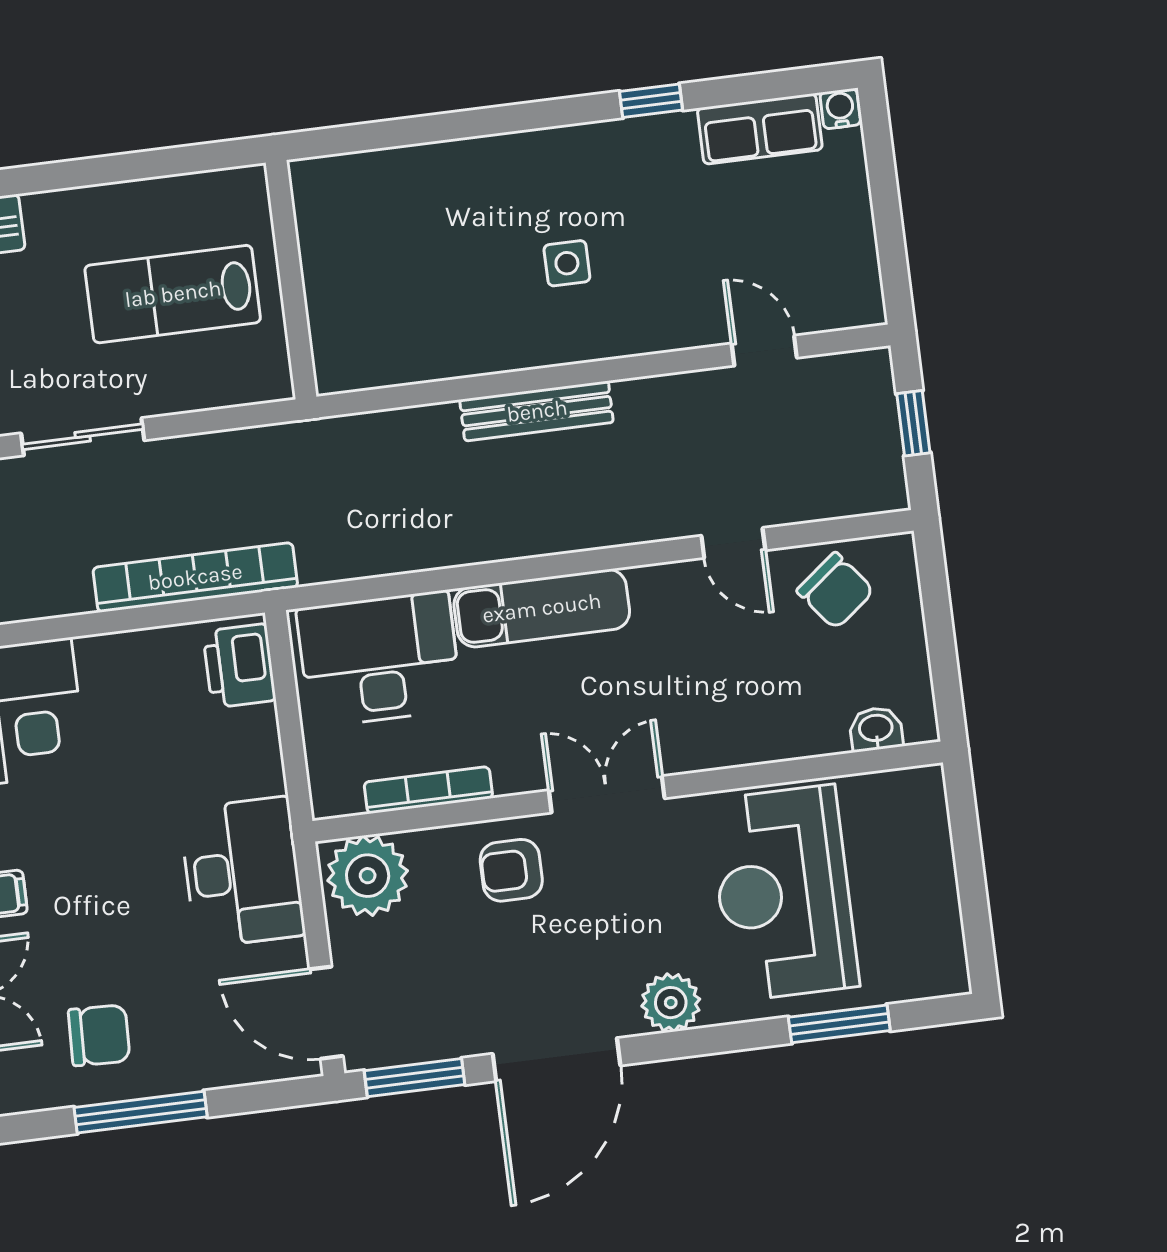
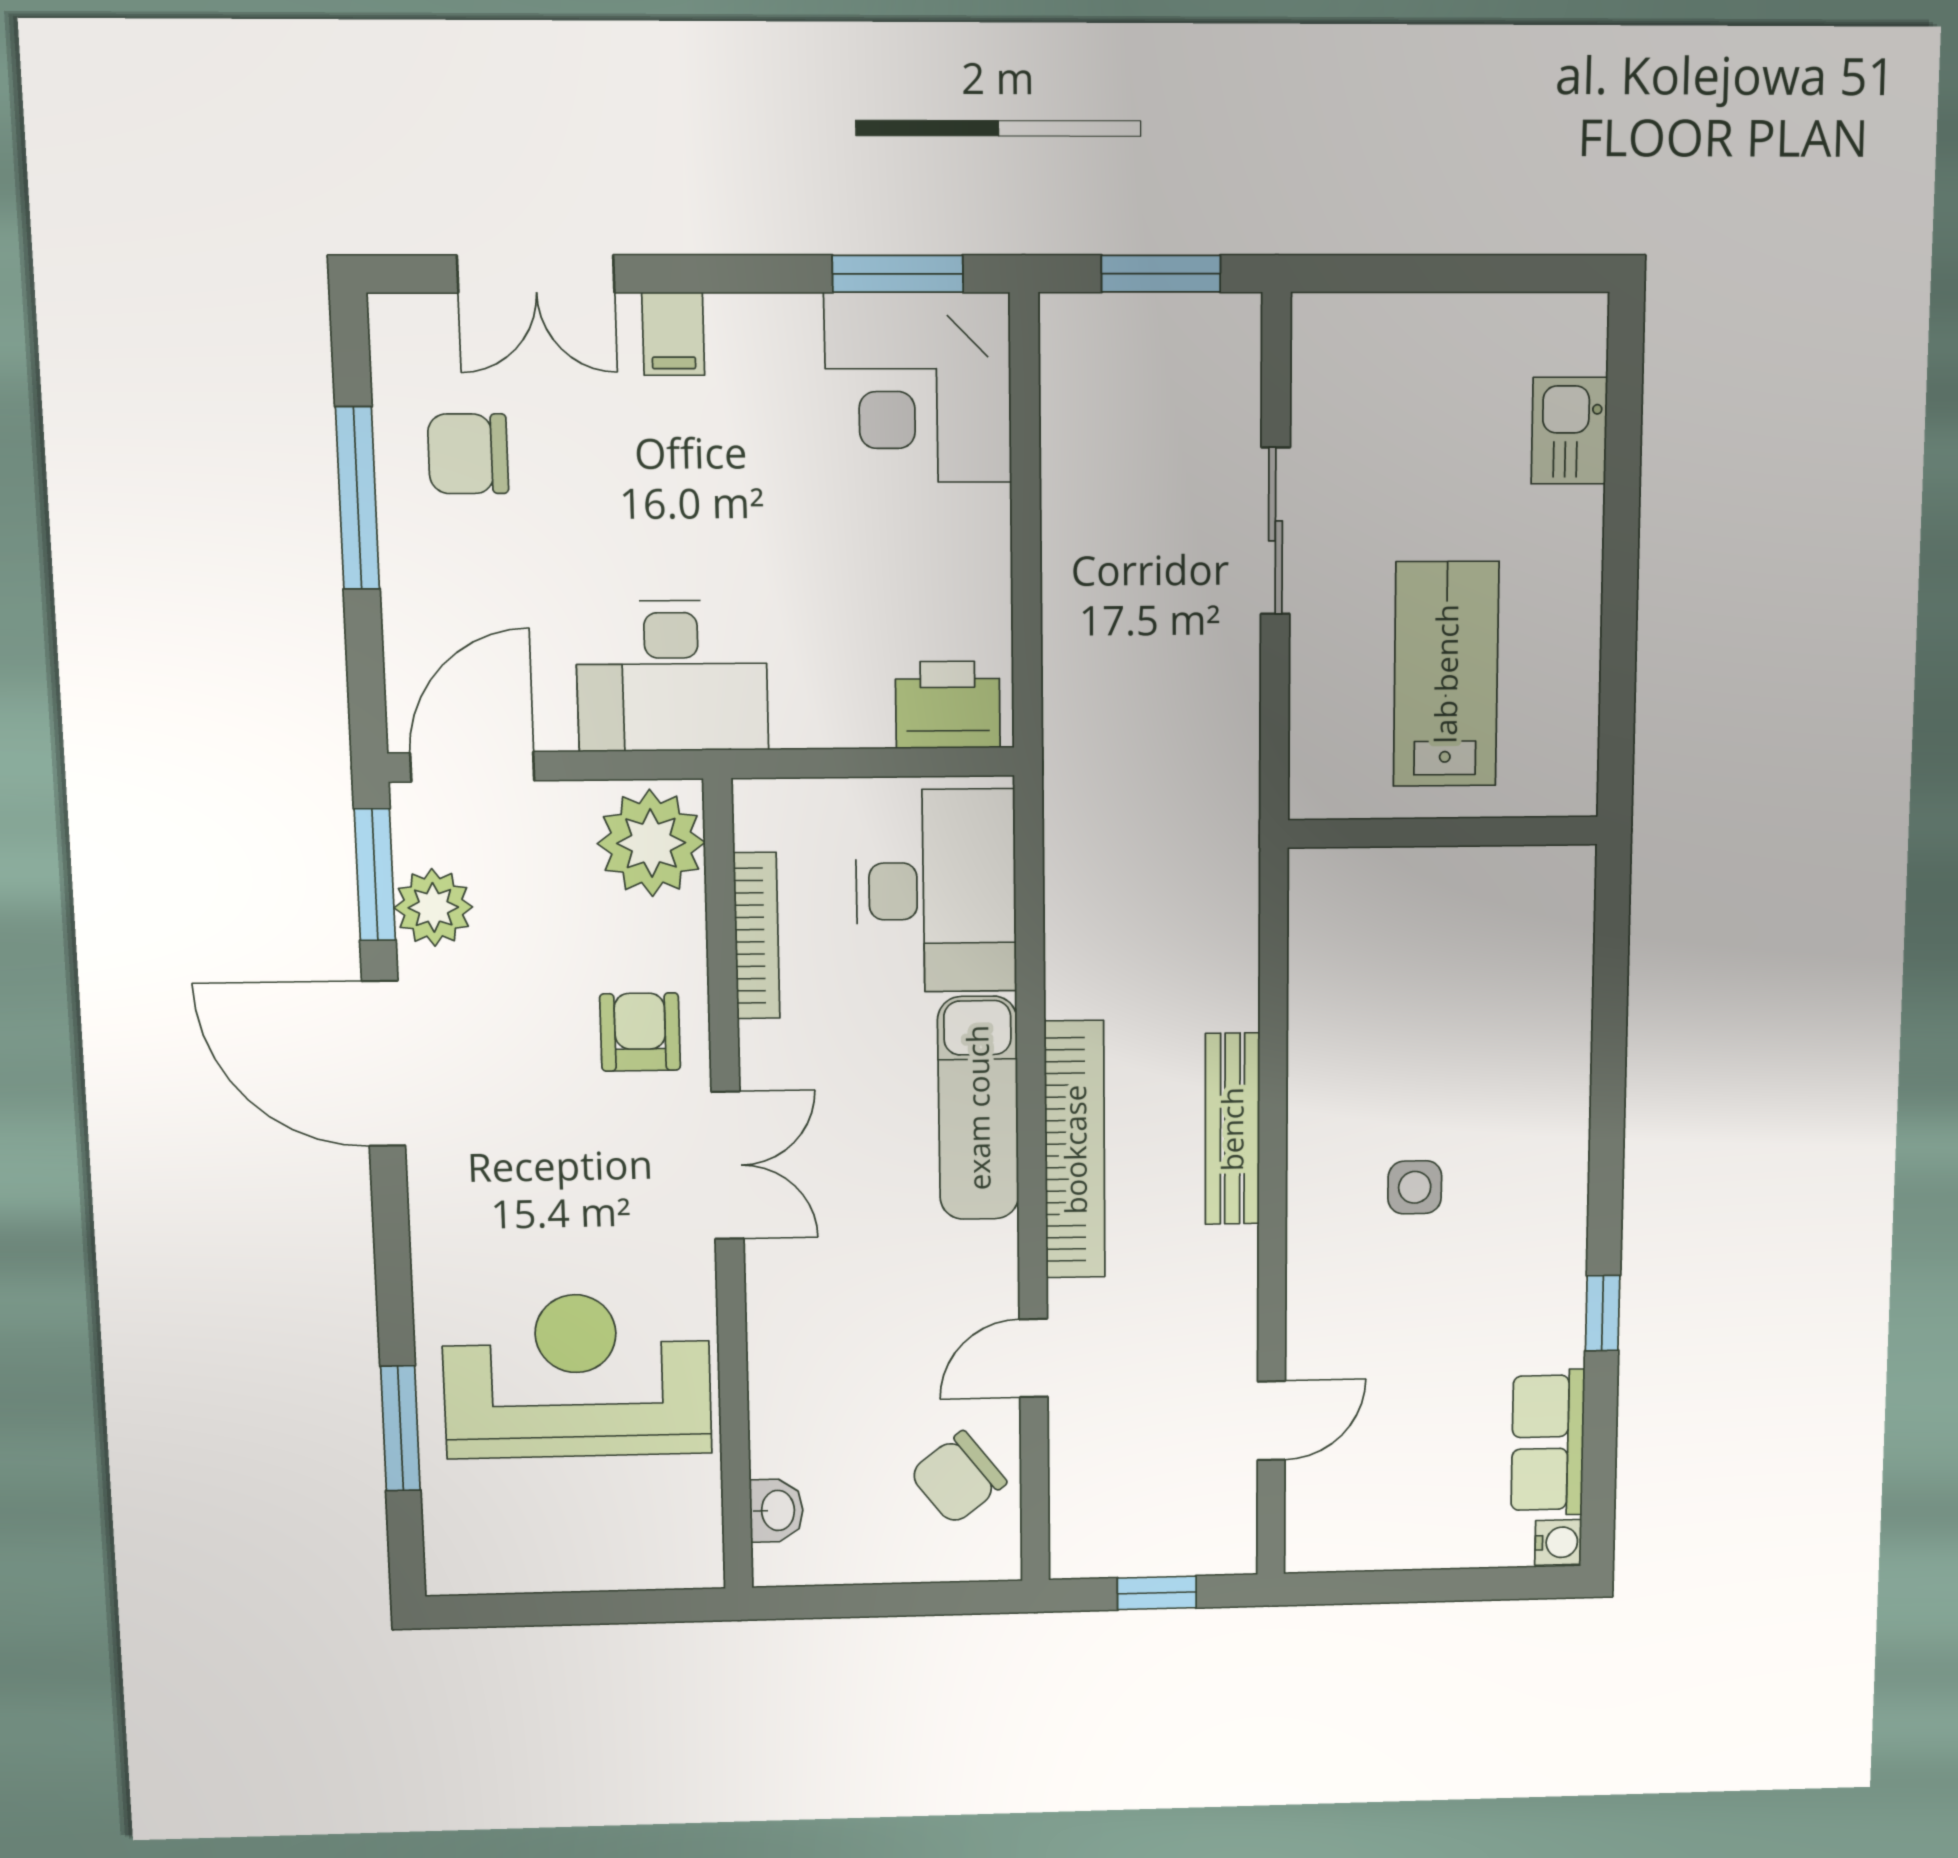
bookcase: (195, 577) -> (1075, 1150), moved
plant: (671, 1003) -> (433, 907), moved
chair: (99, 1035) -> (468, 454), turned 88

